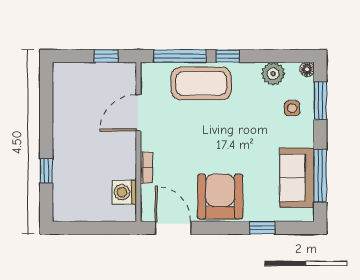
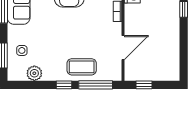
floor lamp: (307, 69) -> (12, 76), removed
coffee table: (201, 83) -> (82, 67), width x0.73, depth x0.76

